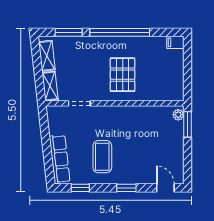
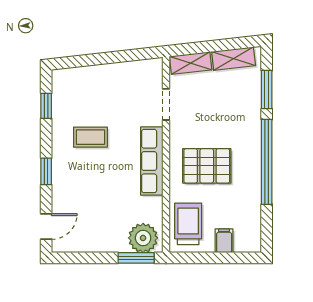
filing cabinet: (175, 42) -> (224, 241), moved
trolley: (163, 88) -> (188, 224), added
plant: (178, 115) -> (143, 238), width x1.87, depth x1.87
coffee table: (102, 157) -> (90, 137), width x0.73, depth x0.77
row of seats: (60, 159) -> (152, 161), moved, turned 96

